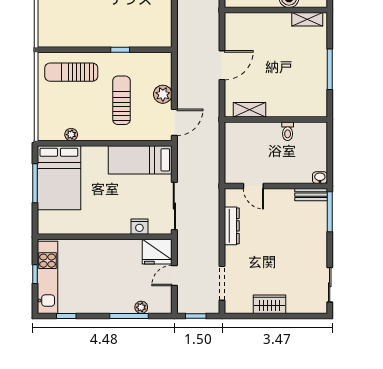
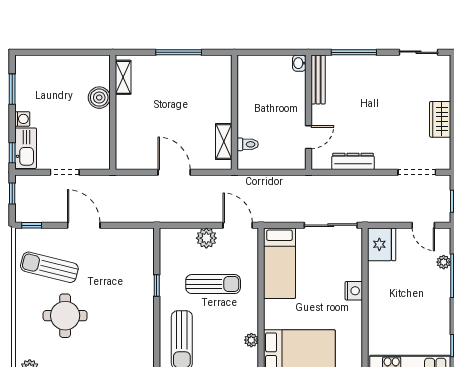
sun lounger: (121, 100) -> (213, 284), turned 180
toilet: (288, 131) -> (248, 144), moved
bench: (311, 195) -> (318, 80), width x1.36
window: (330, 212) -> (354, 52), moved
nightstand: (139, 227) -> (354, 291), moved
door: (174, 276) -> (423, 225), moved

